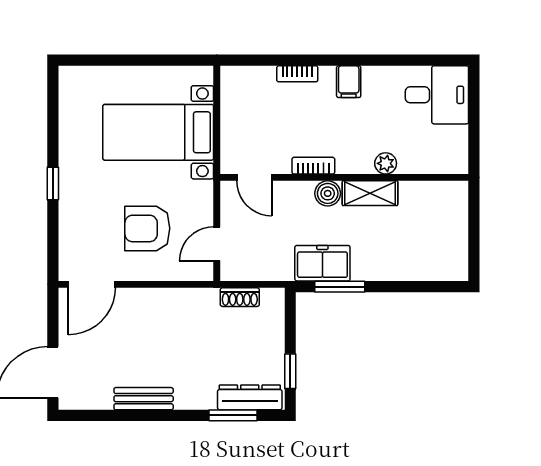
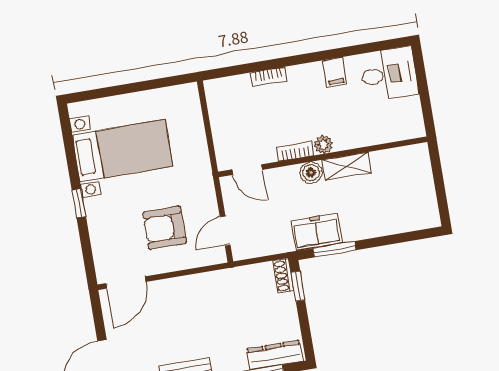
filing cabinet: (349, 82) -> (335, 72), moved
bed with nightstands: (158, 132) -> (122, 151), moved, turned 180
plant: (386, 163) -> (323, 145), moved
shoe rack: (240, 297) -> (283, 276), moved, turned 90
window: (290, 371) -> (298, 286), moved

